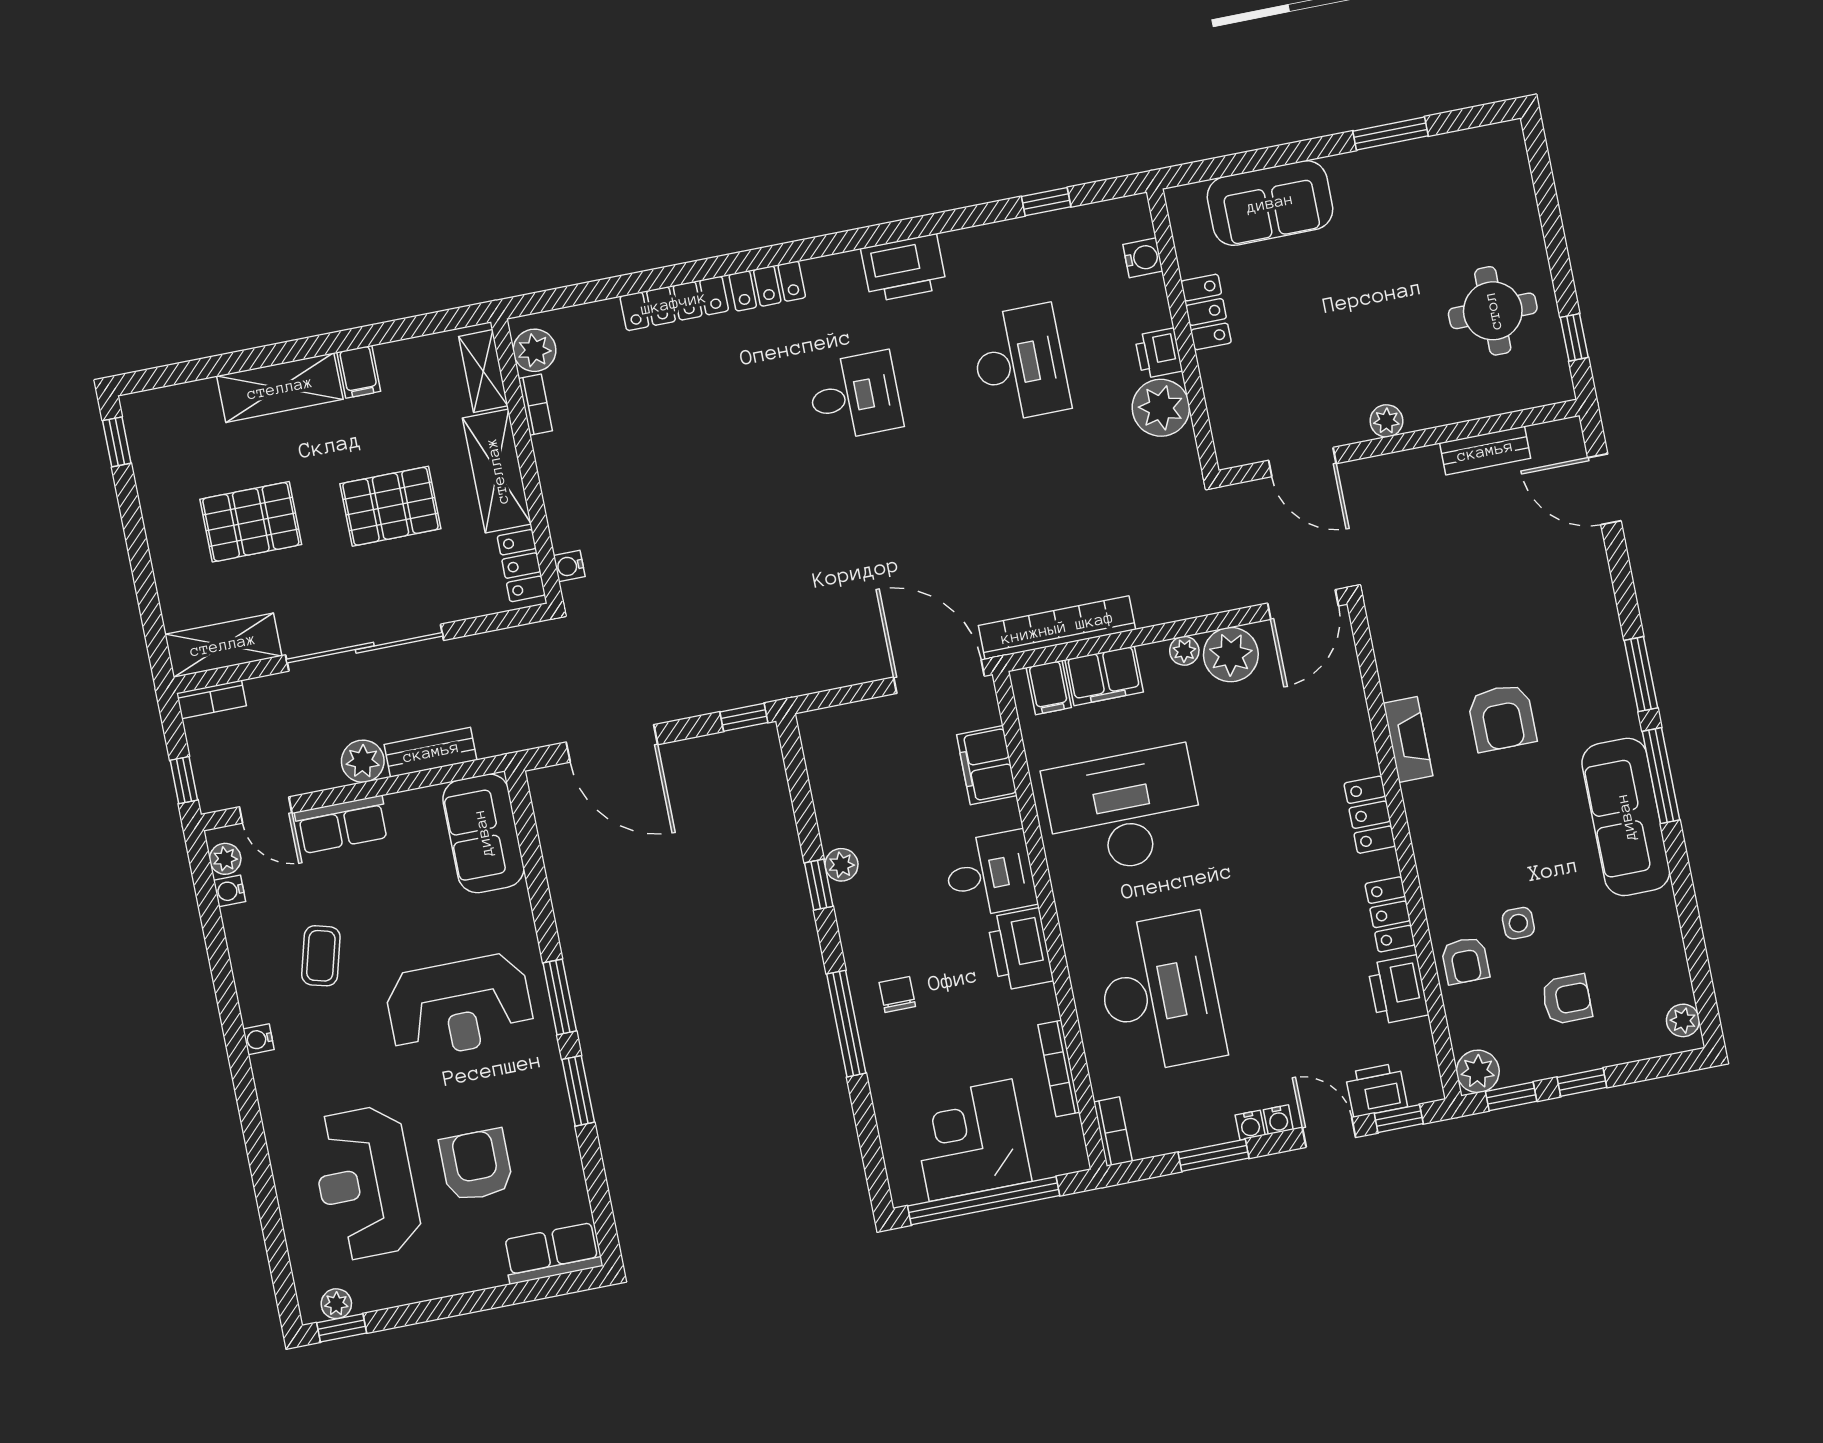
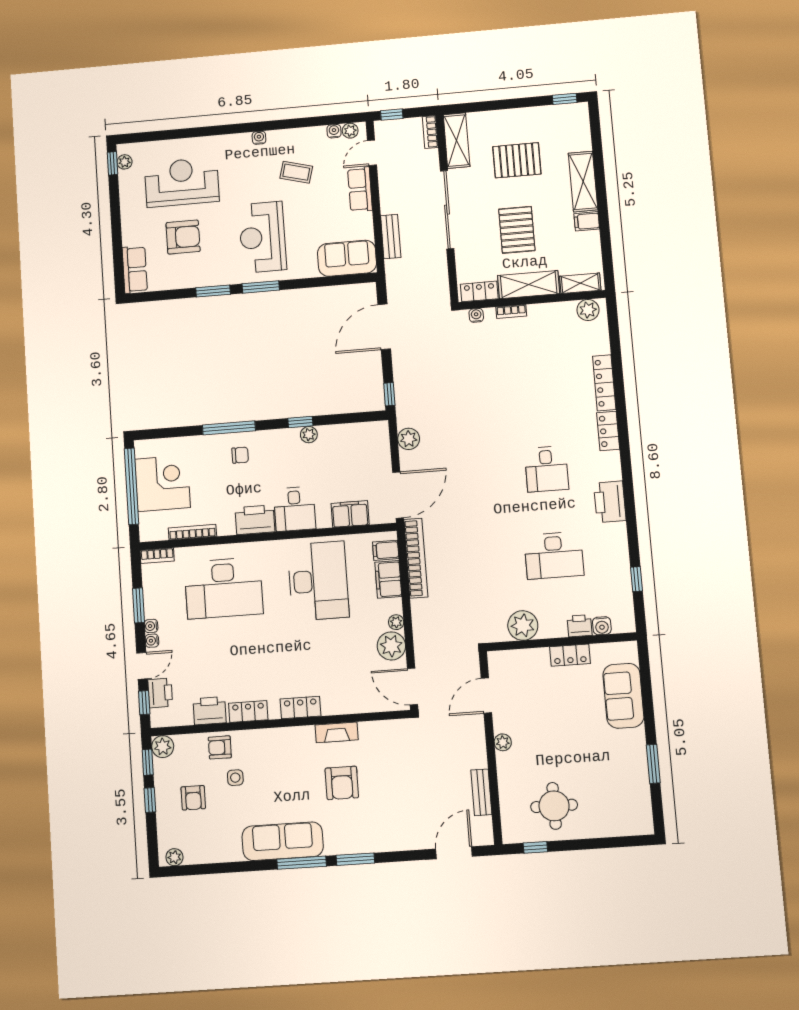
printer: (1159, 353) -> (580, 626), moved
bookcase: (535, 405) -> (511, 311), moved
pallet: (251, 522) -> (517, 160), turned 90
armchair: (1502, 718) -> (342, 783), turned -90
plant: (363, 761) -> (409, 439), moved

